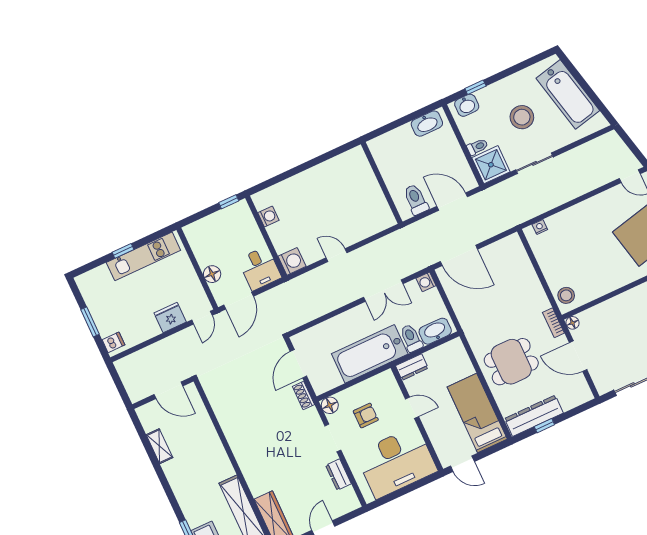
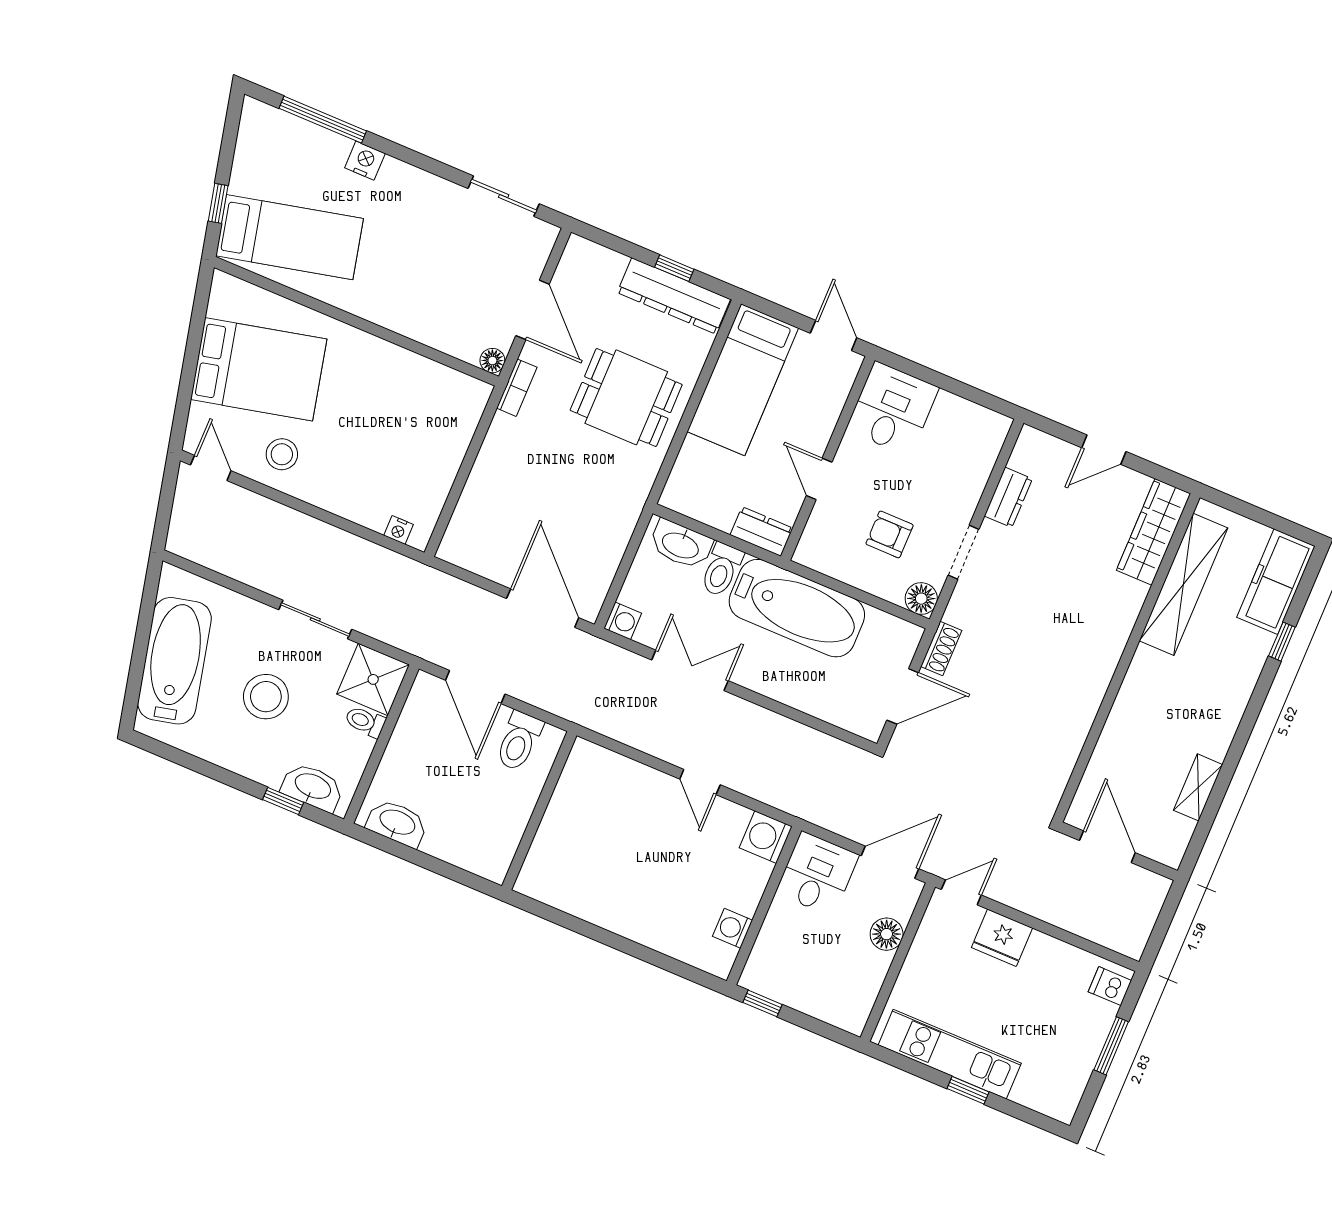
washbasin: (467, 105) -> (312, 787), width x1.38
stool: (566, 295) -> (282, 454), moved
desk: (396, 462) -> (892, 409), width x0.53, depth x0.77

